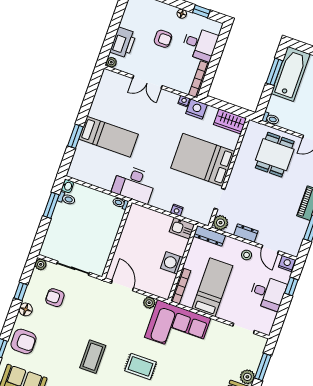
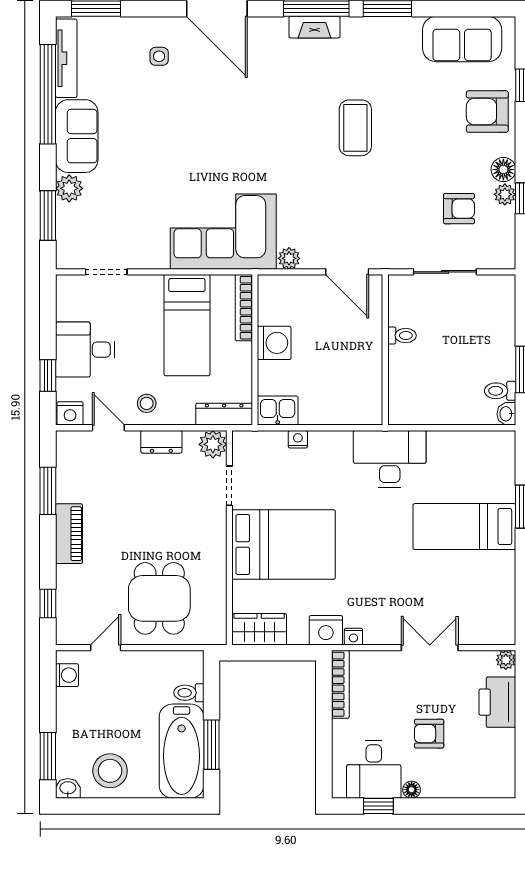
desk: (200, 44) -> (374, 769), moved, turned -90
toilet: (271, 119) -> (189, 693), moved
toilet: (120, 203) -> (402, 336), moved
plant: (41, 264) -> (505, 194), moved
rug: (141, 366) -> (265, 140), removed

